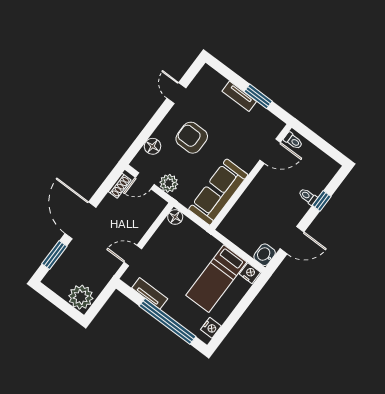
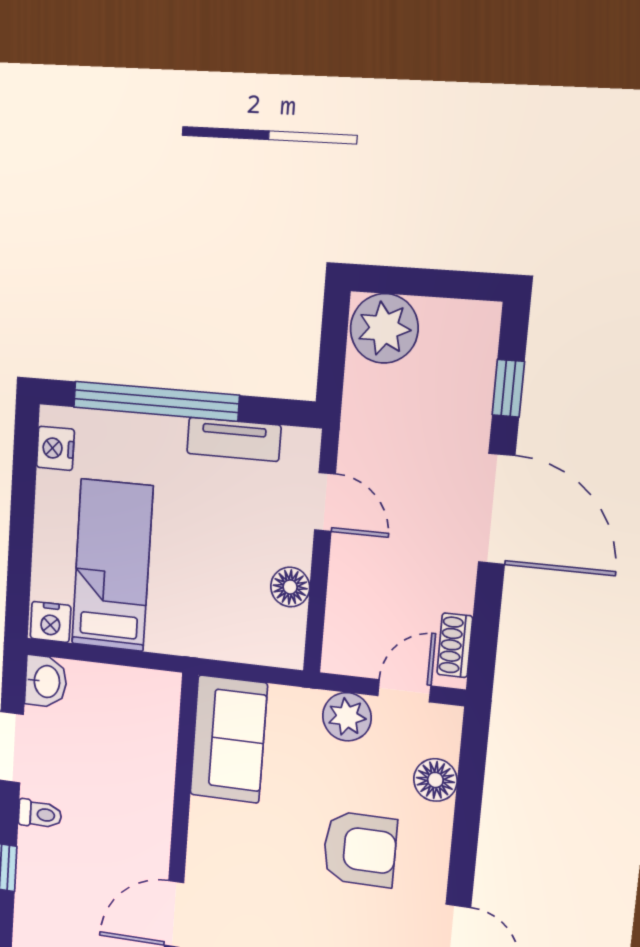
sofa: (218, 192) -> (229, 739), width x0.73
toilet: (308, 196) -> (40, 814), moved
floor lamp: (175, 217) -> (290, 587), moved
window: (54, 255) -> (508, 388), width x0.67
door: (133, 256) -> (325, 502), hinge flipped

